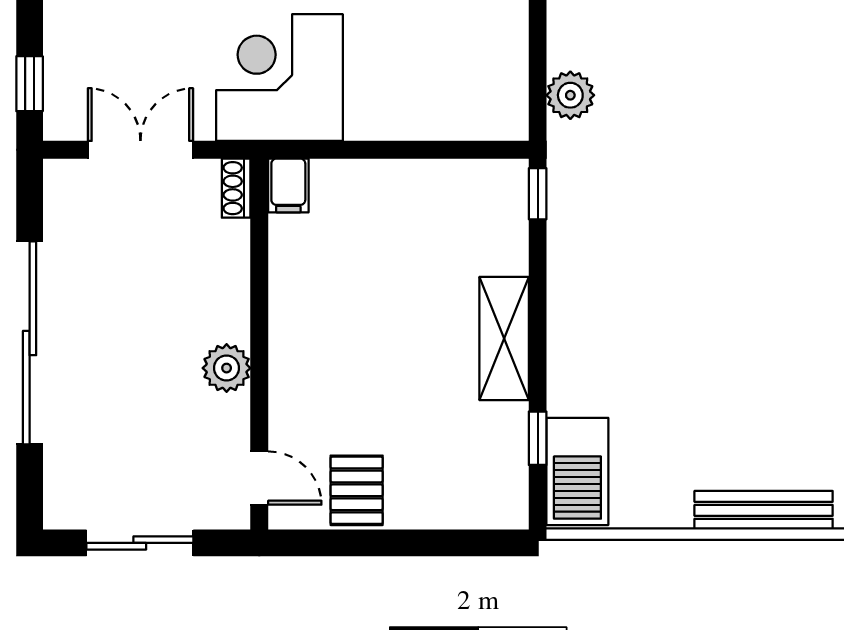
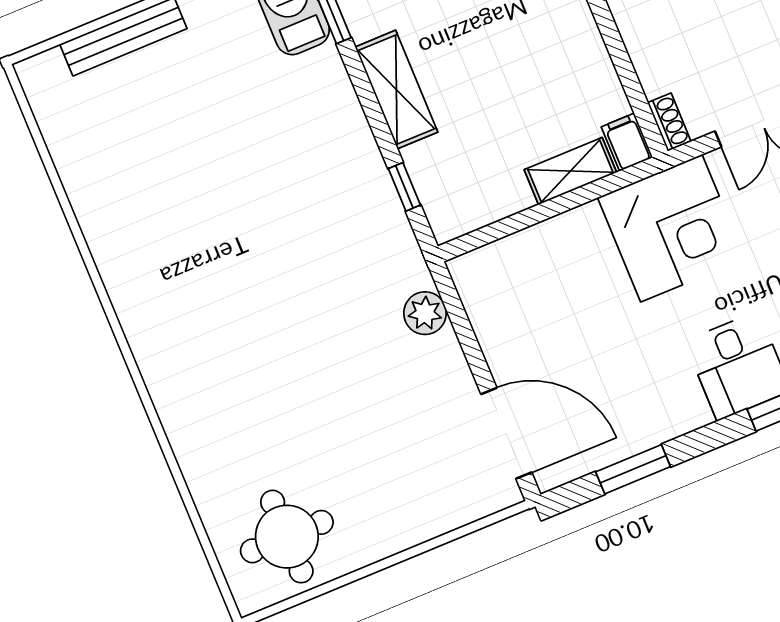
shelving: (359, 180) -> (570, 171), added
window: (538, 194) -> (404, 187), moved

